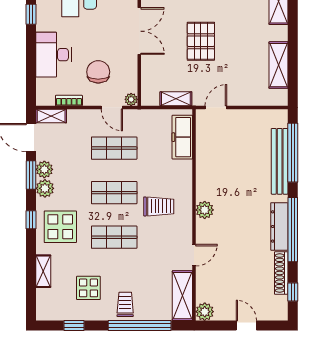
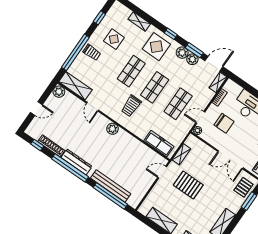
pallet: (201, 41) -> (188, 185), moved
door: (216, 107) -> (162, 172), swing flipped

